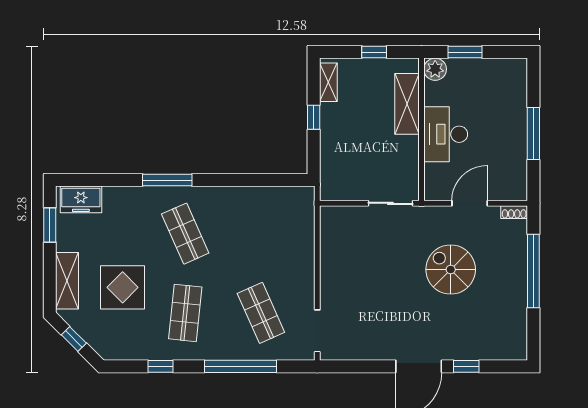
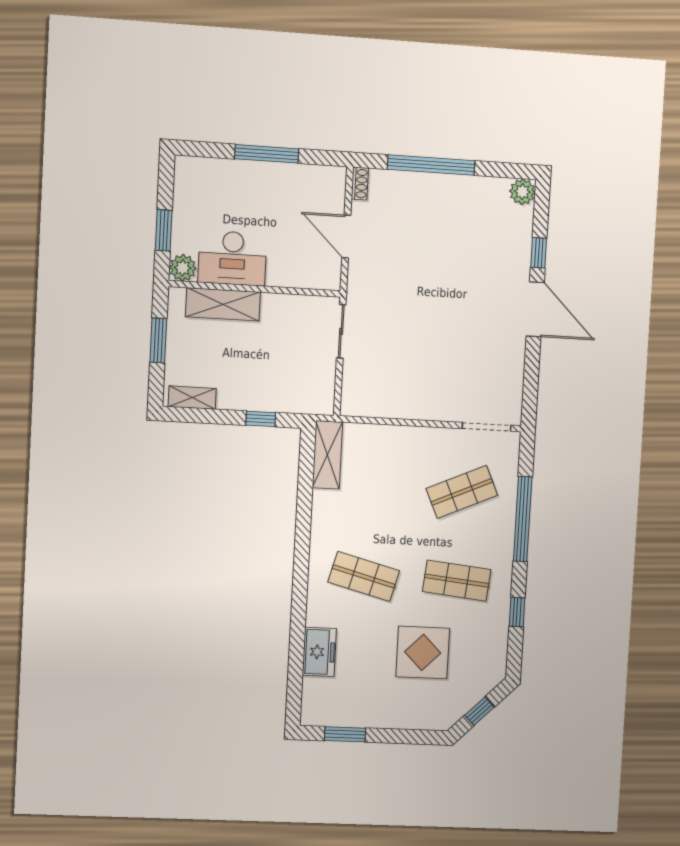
window: (374, 52) -> (158, 340), width x1.50
window: (314, 117) -> (261, 419), moved
desk: (446, 134) -> (232, 258), moved
window: (167, 180) -> (299, 595), removed
freezer: (81, 199) -> (319, 652), moved
shop shelf: (185, 234) -> (364, 576), turned 39
spiral stairs: (451, 270) -> (424, 264), removed
shelving: (67, 281) -> (327, 455), moved, turned 90
plant: (516, 349) -> (522, 192), added

